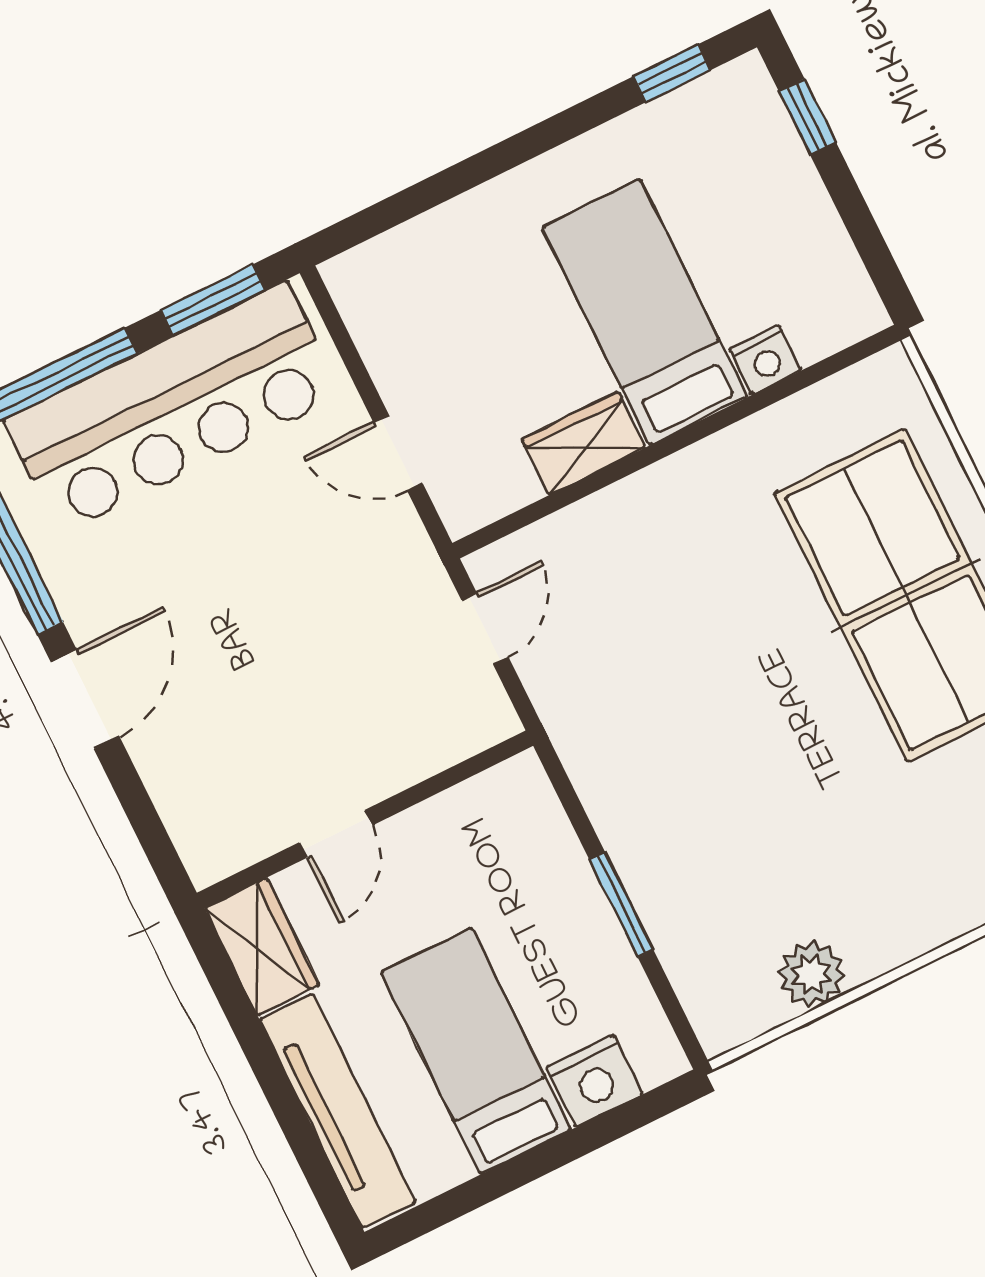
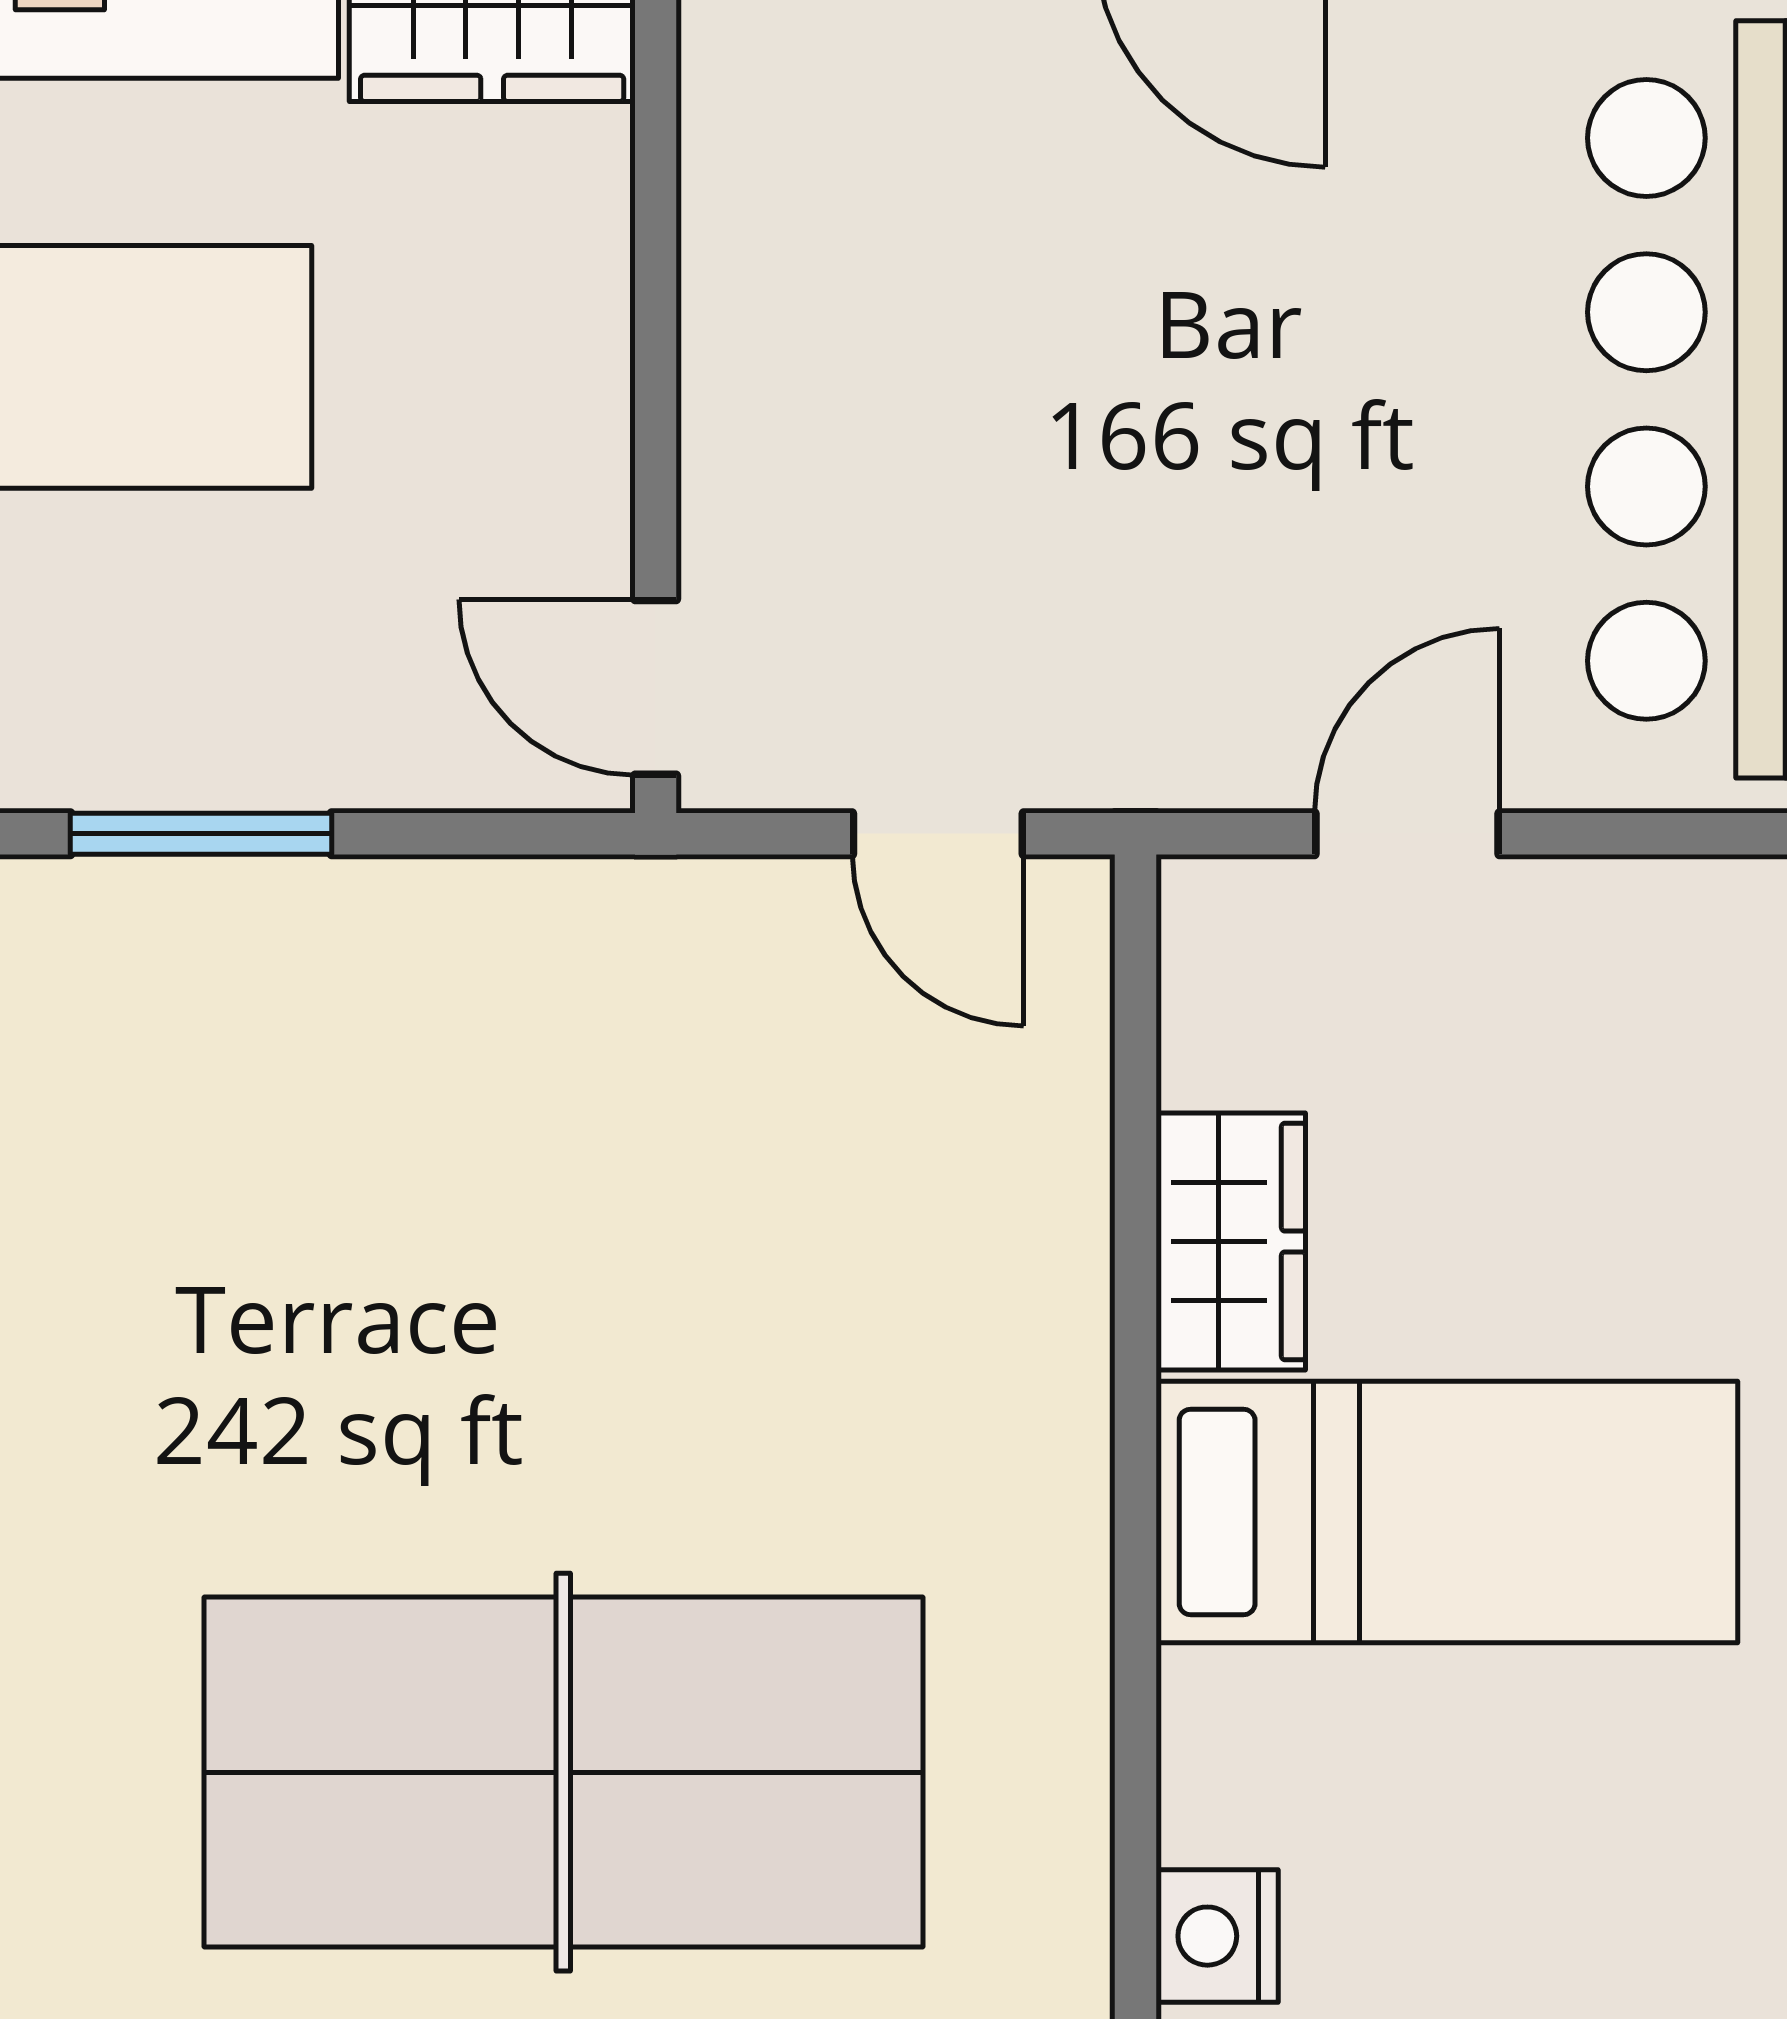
nightstand: (765, 360) -> (1217, 1936), moved
door: (336, 834) -> (656, 687), moved

